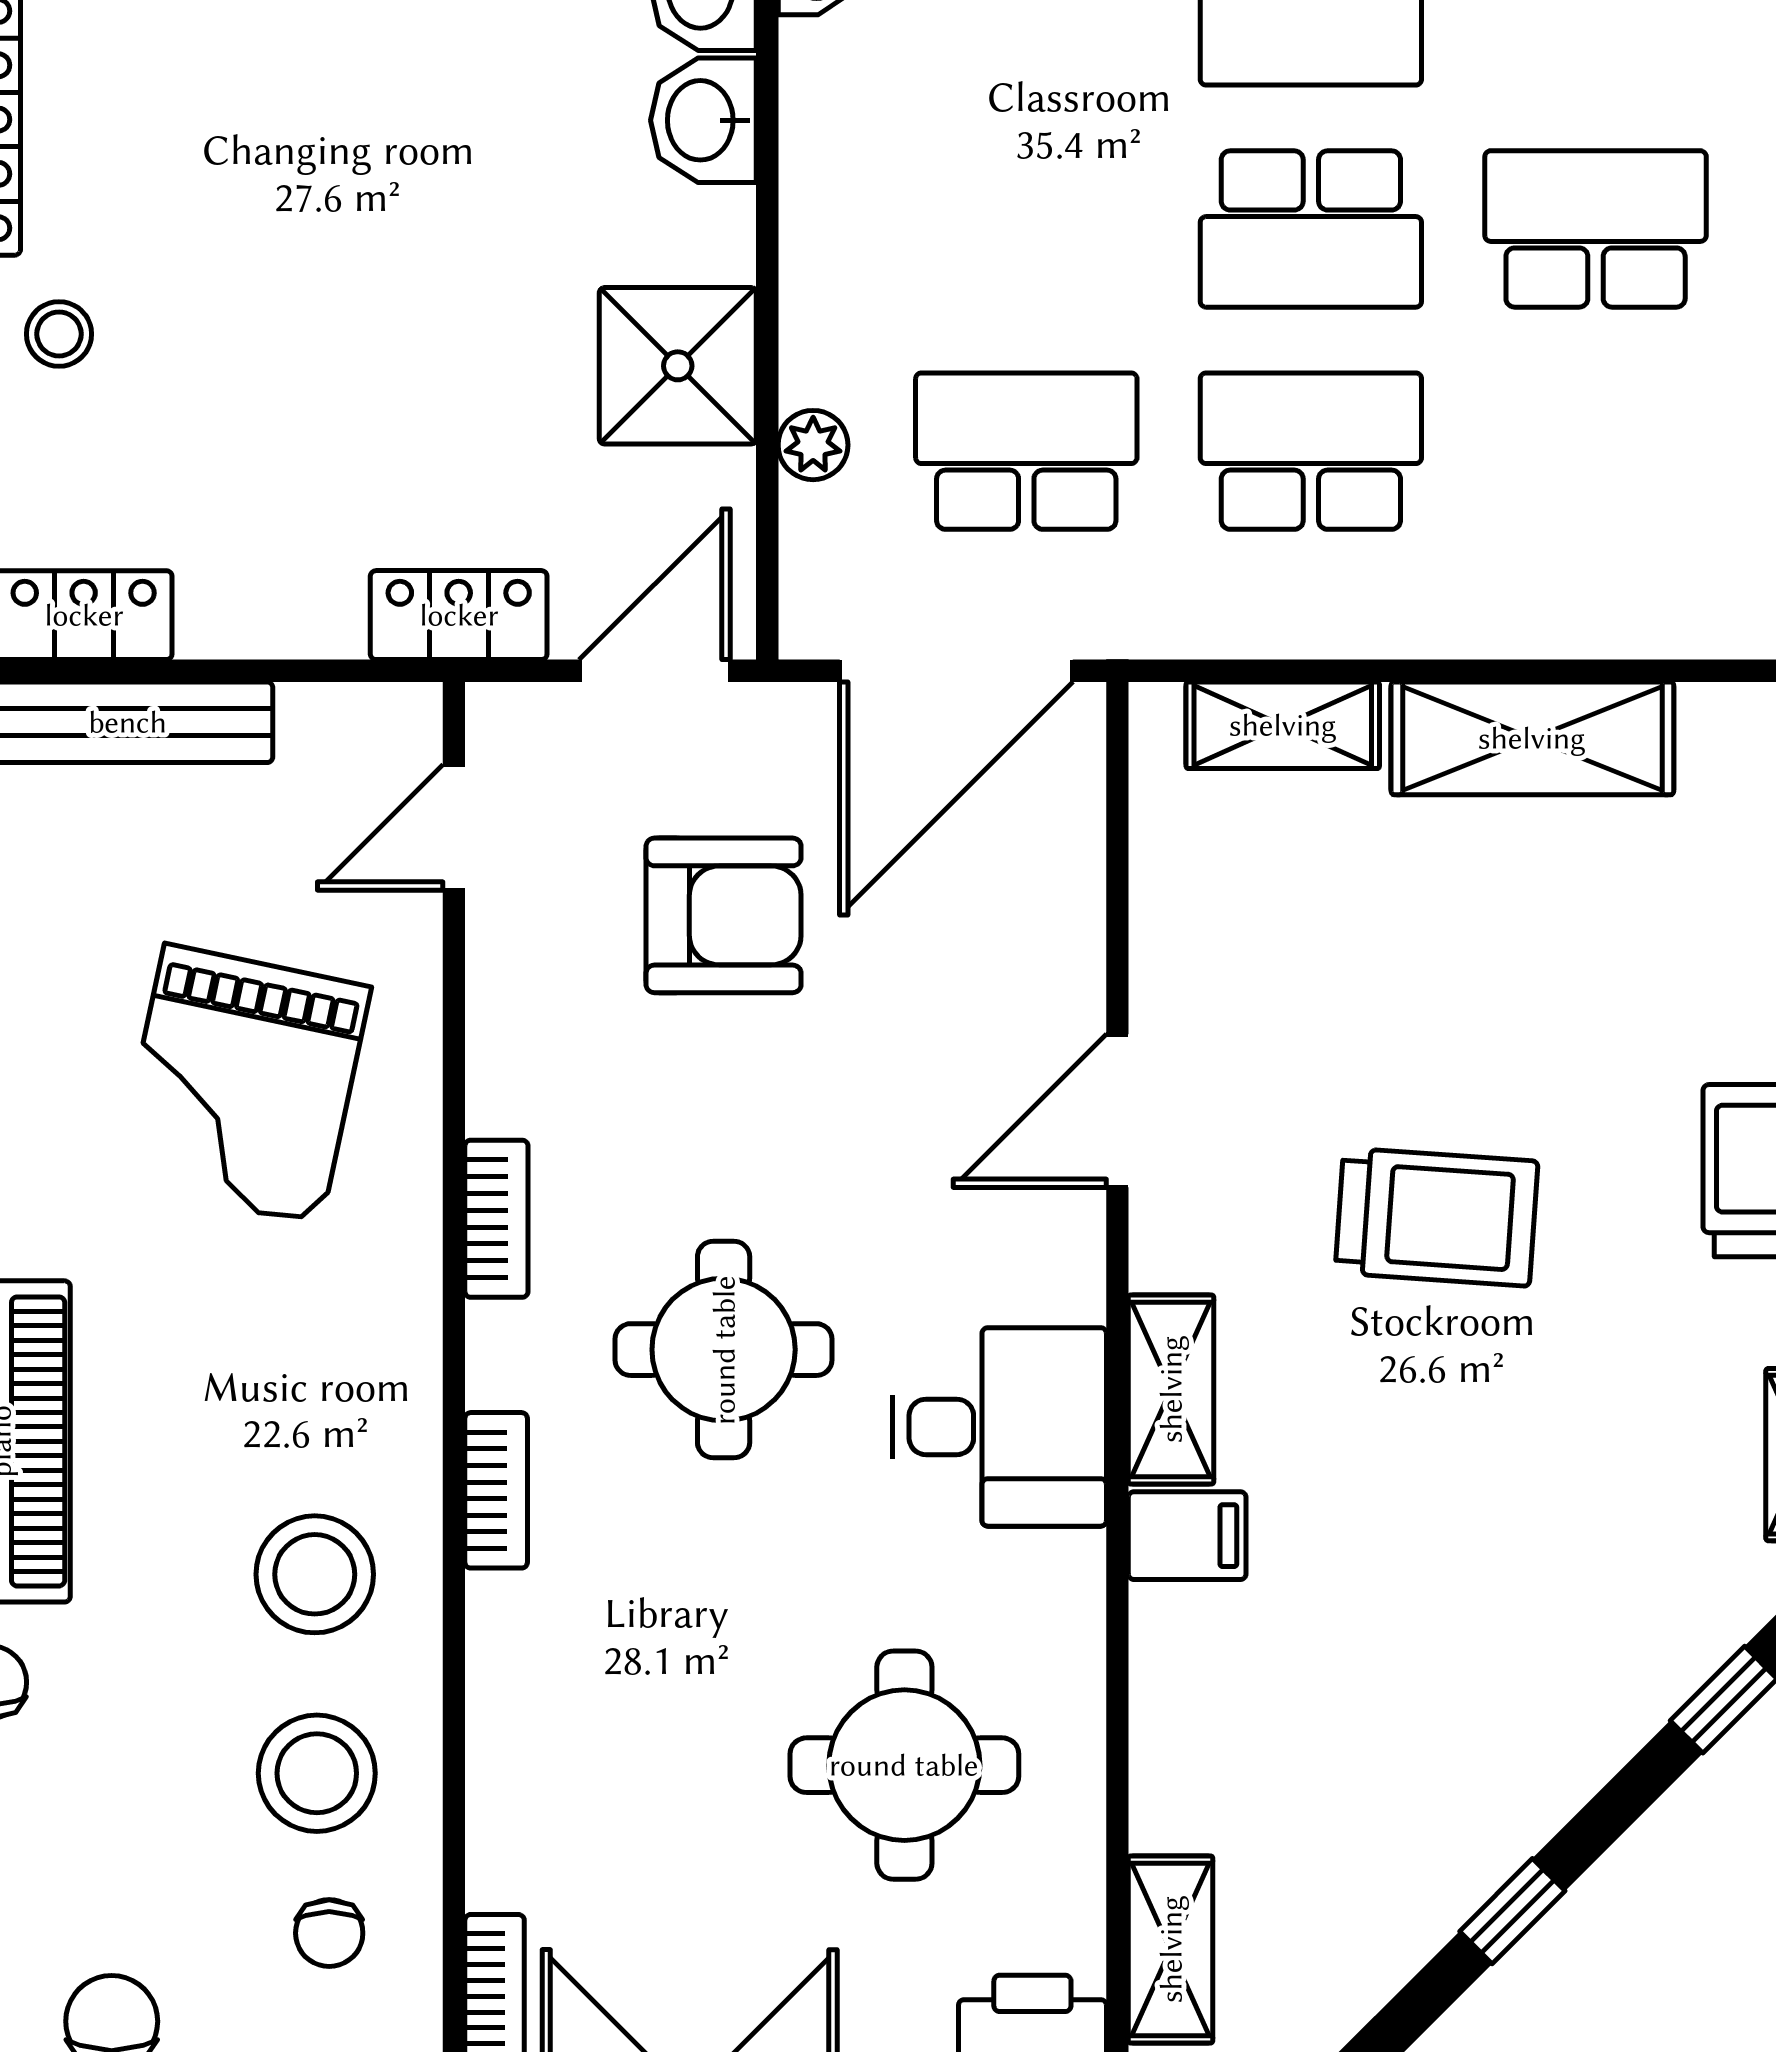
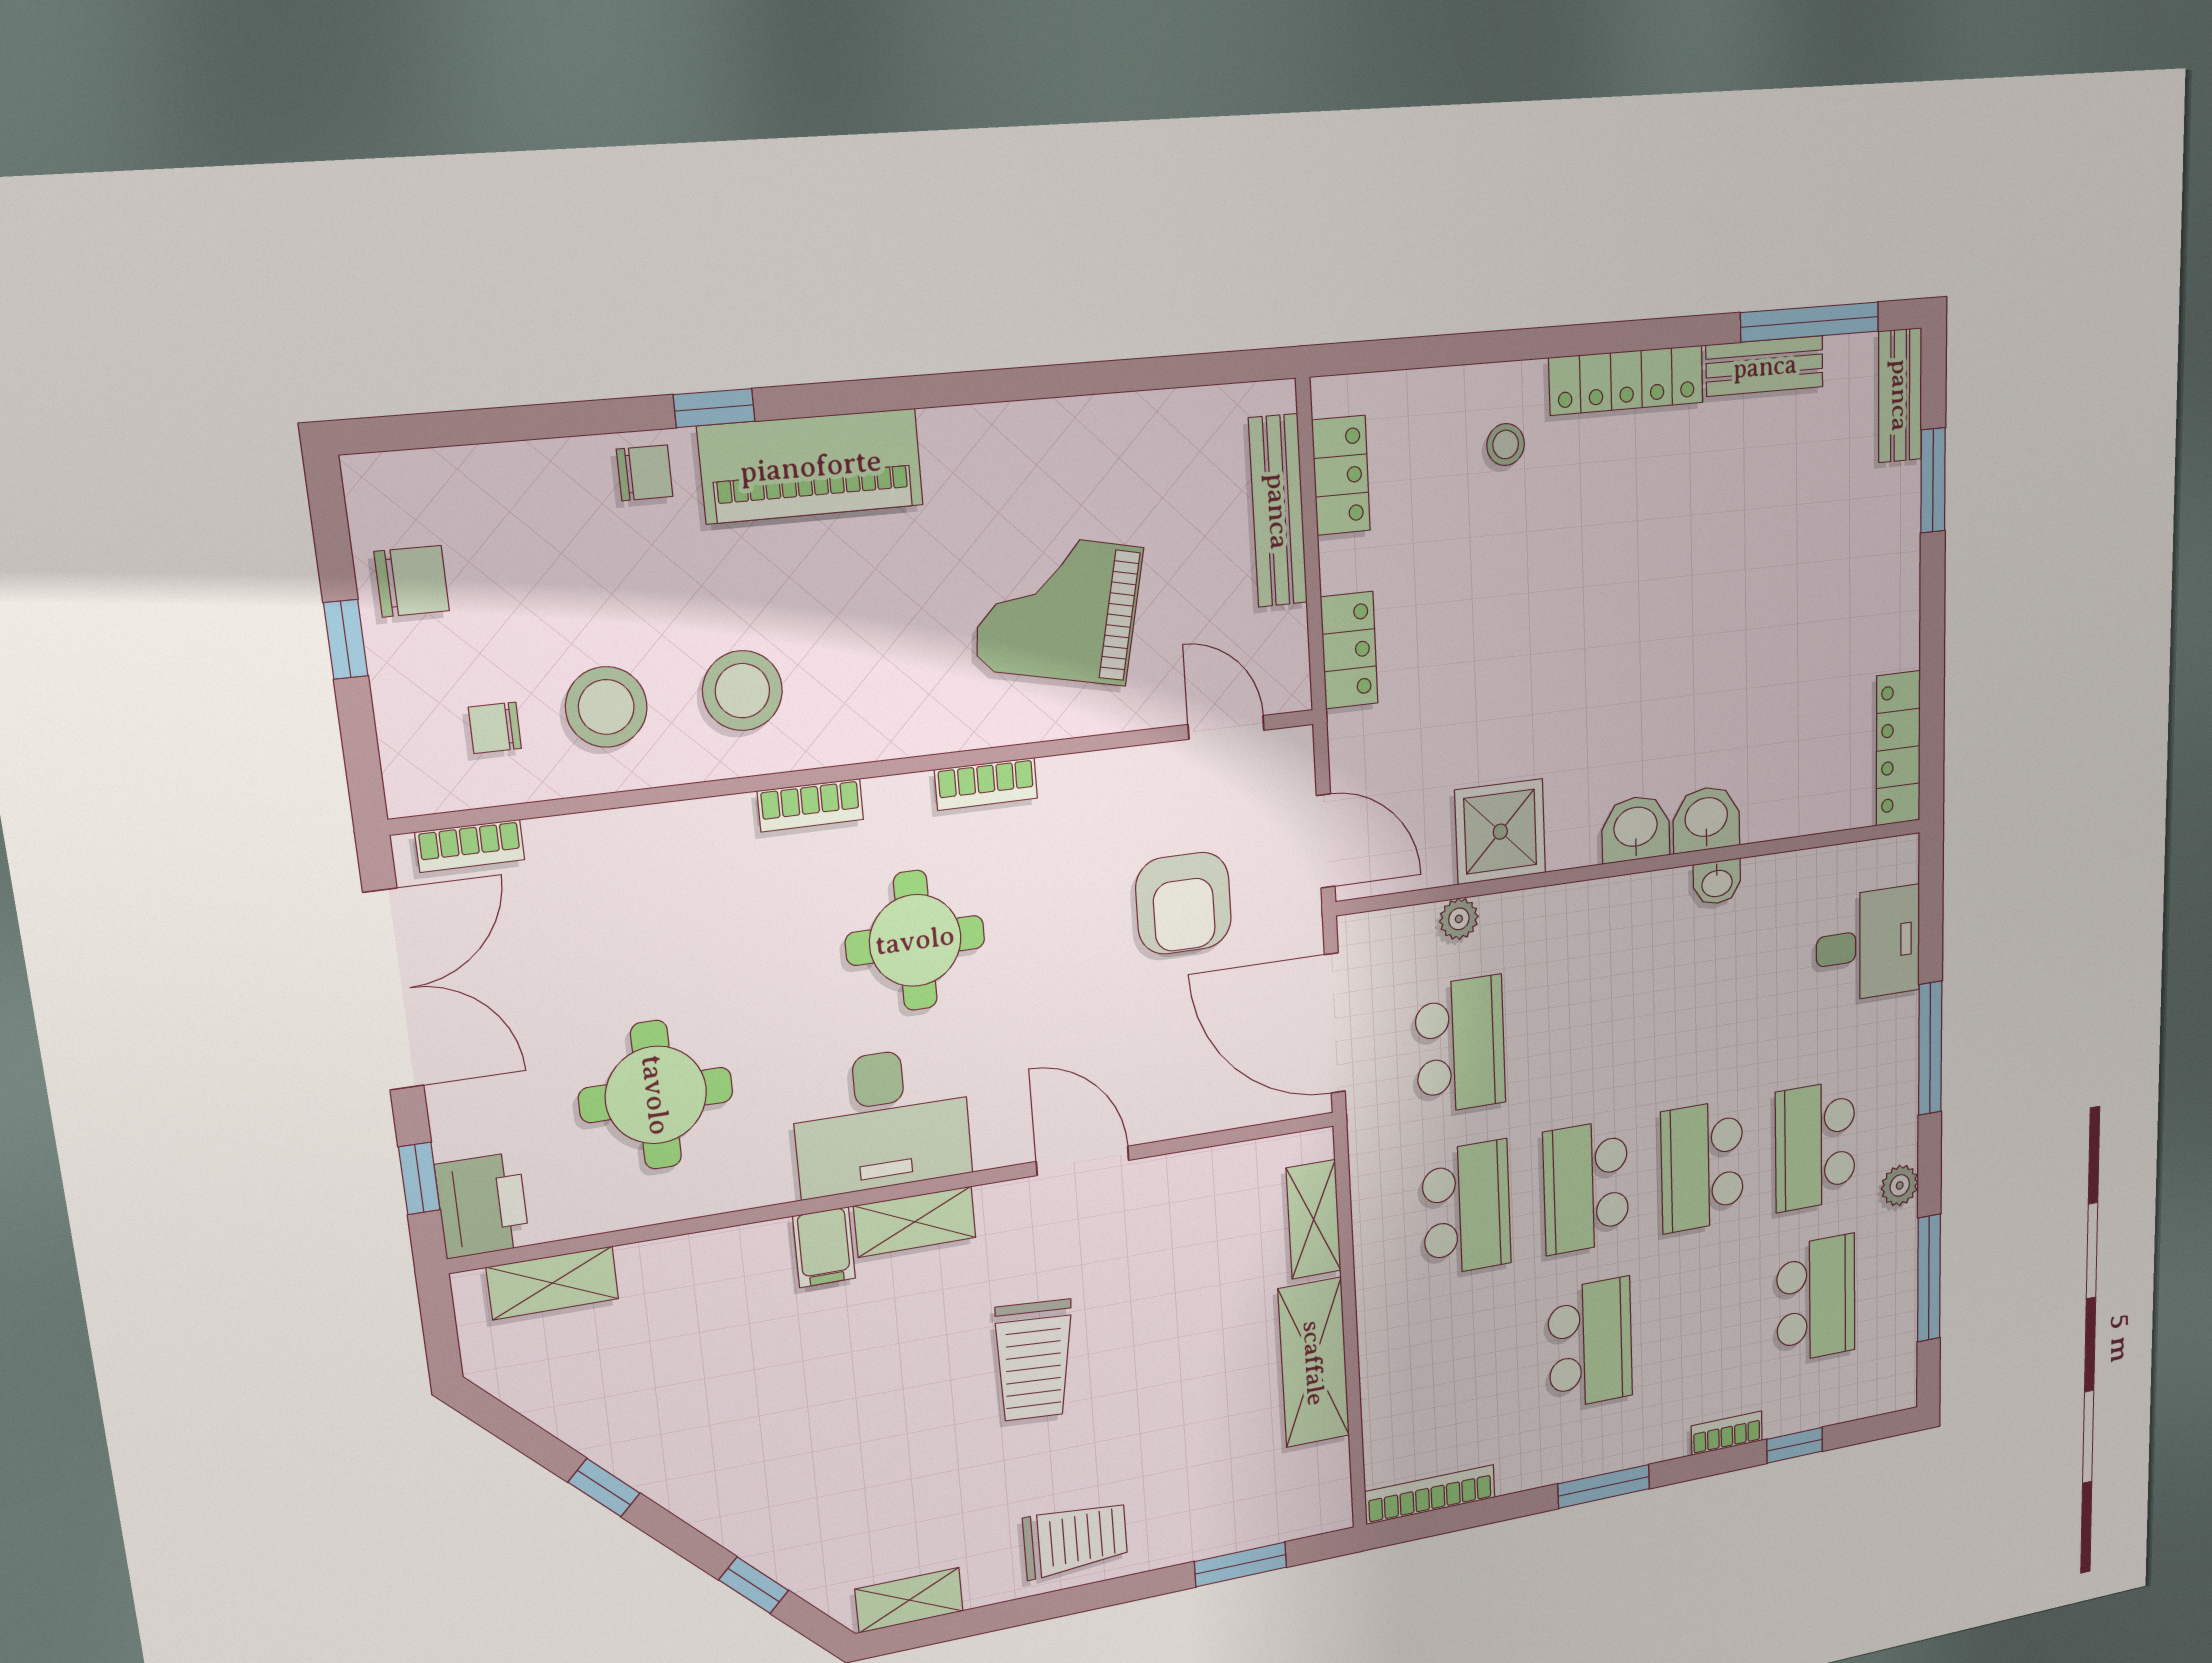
locker: (459, 615) -> (1349, 650), moved
desk: (999, 1427) -> (882, 1121), width x1.37

